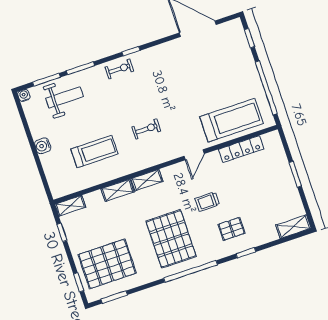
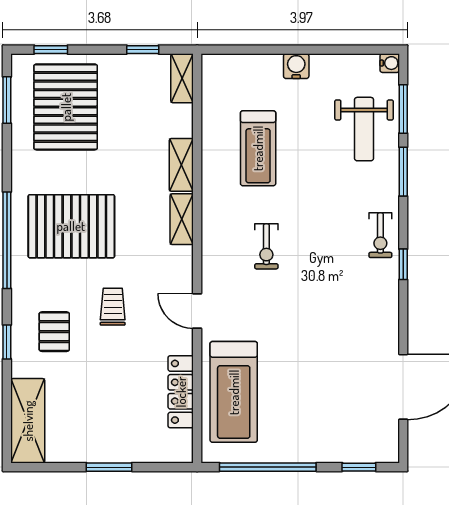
shelving: (293, 227) -> (28, 421), width x1.50, depth x1.33

